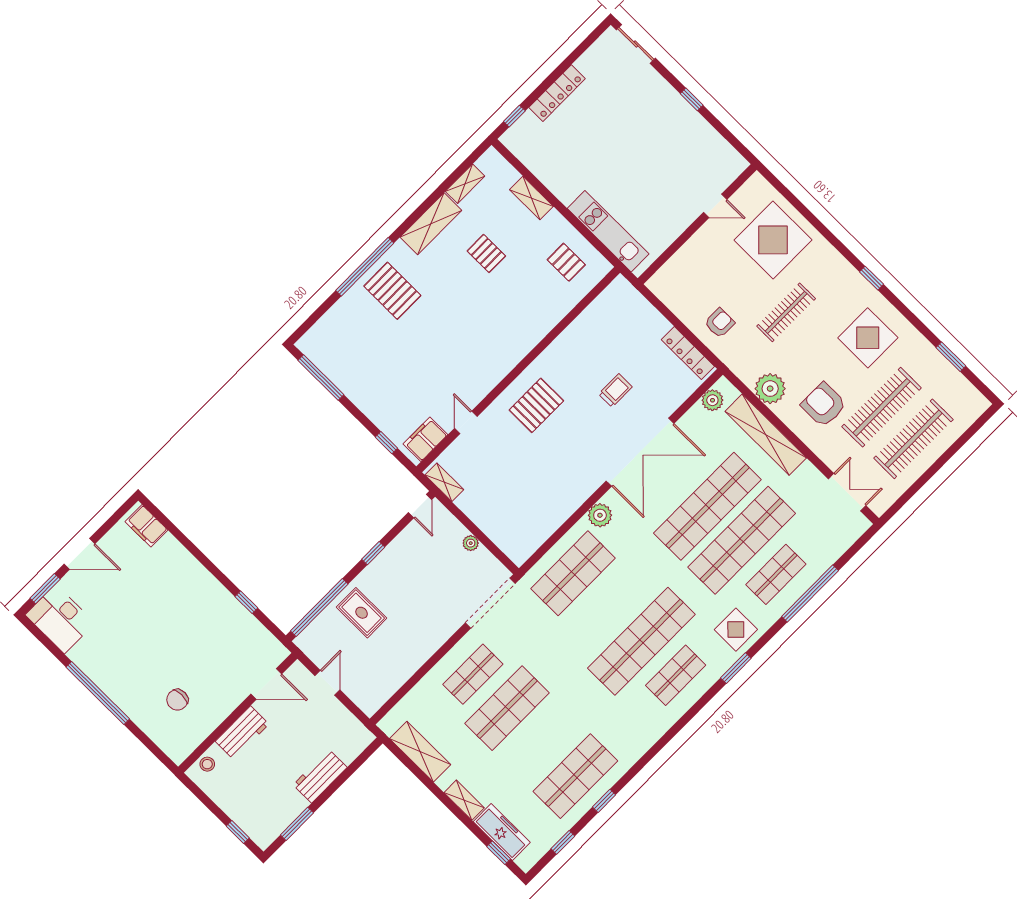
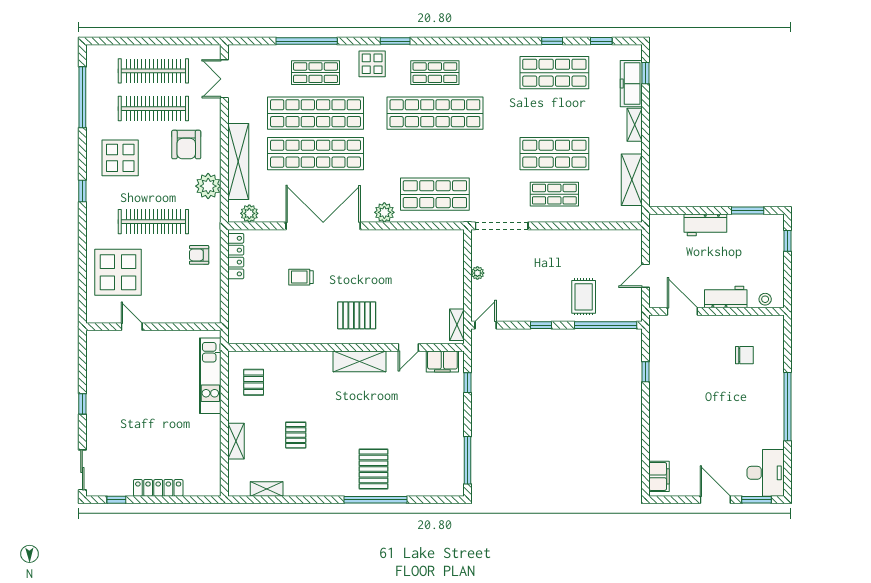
window: (514, 116) -> (116, 500), moved
shelving: (431, 224) -> (360, 361), moved
clothes rail: (786, 312) -> (153, 222), width x1.37, depth x1.31
window: (951, 357) -> (82, 97), width x2.11

